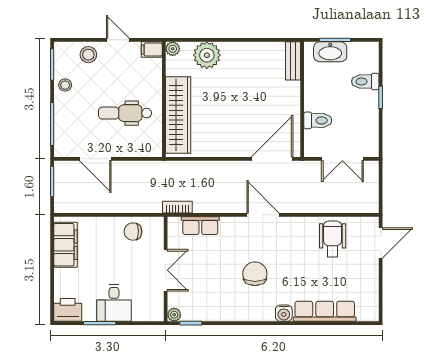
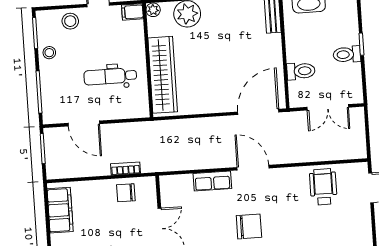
toilet: (365, 81) -> (347, 54), moved
bookcase: (177, 207) -> (126, 169), moved
row of seats: (200, 226) -> (212, 181), moved
chair: (255, 274) -> (249, 226), turned 90

